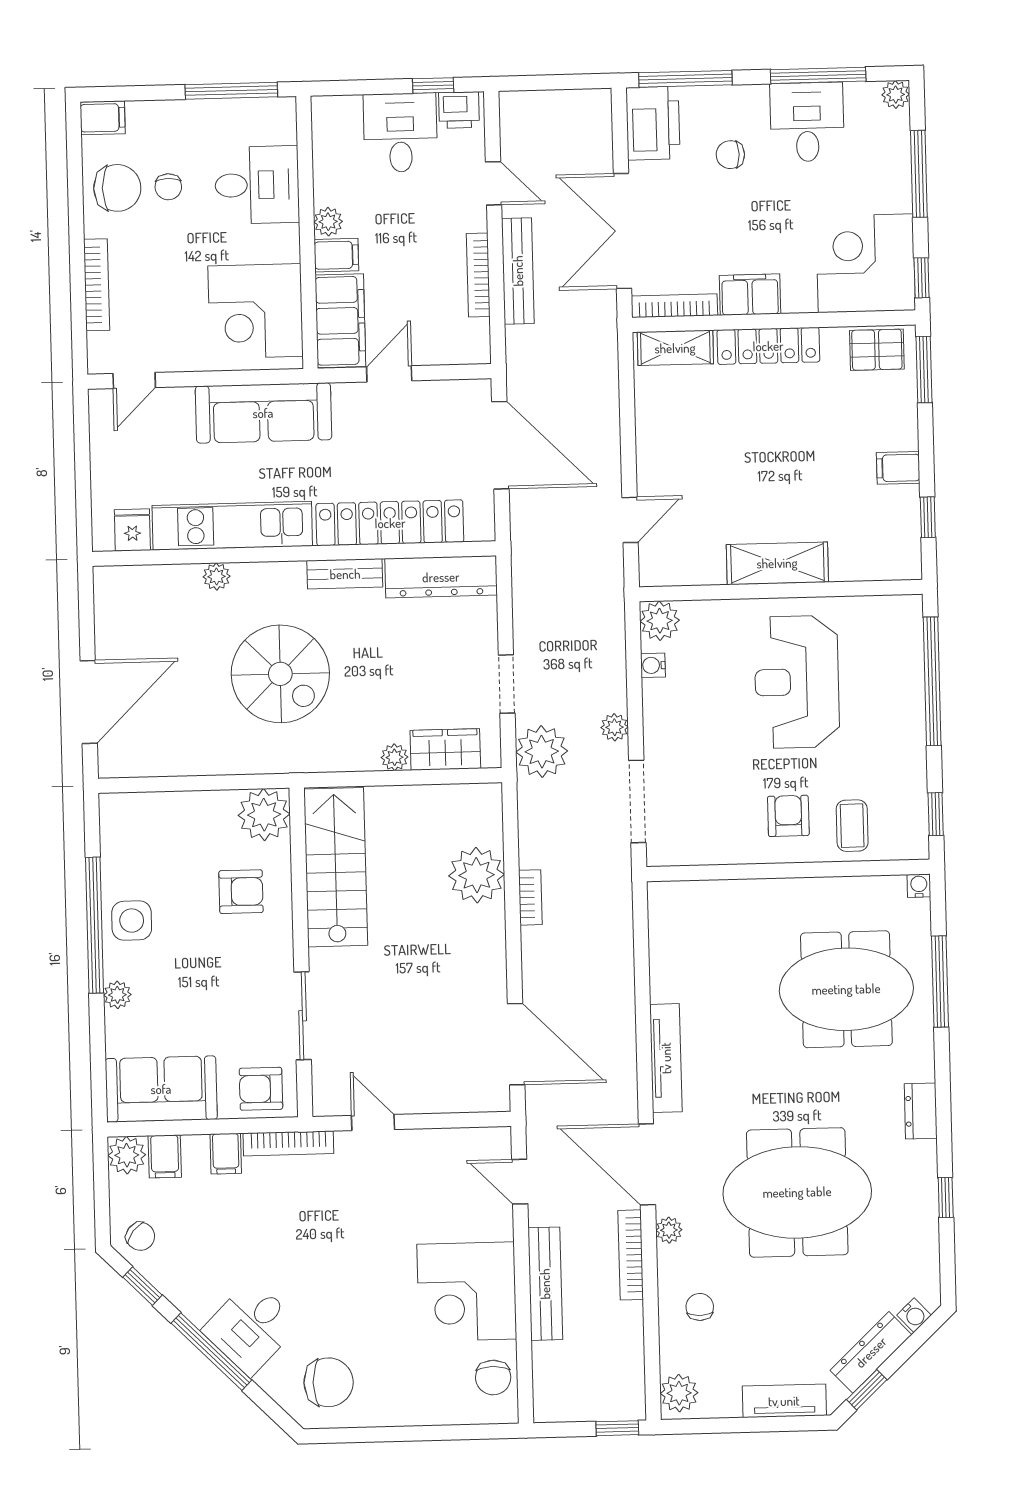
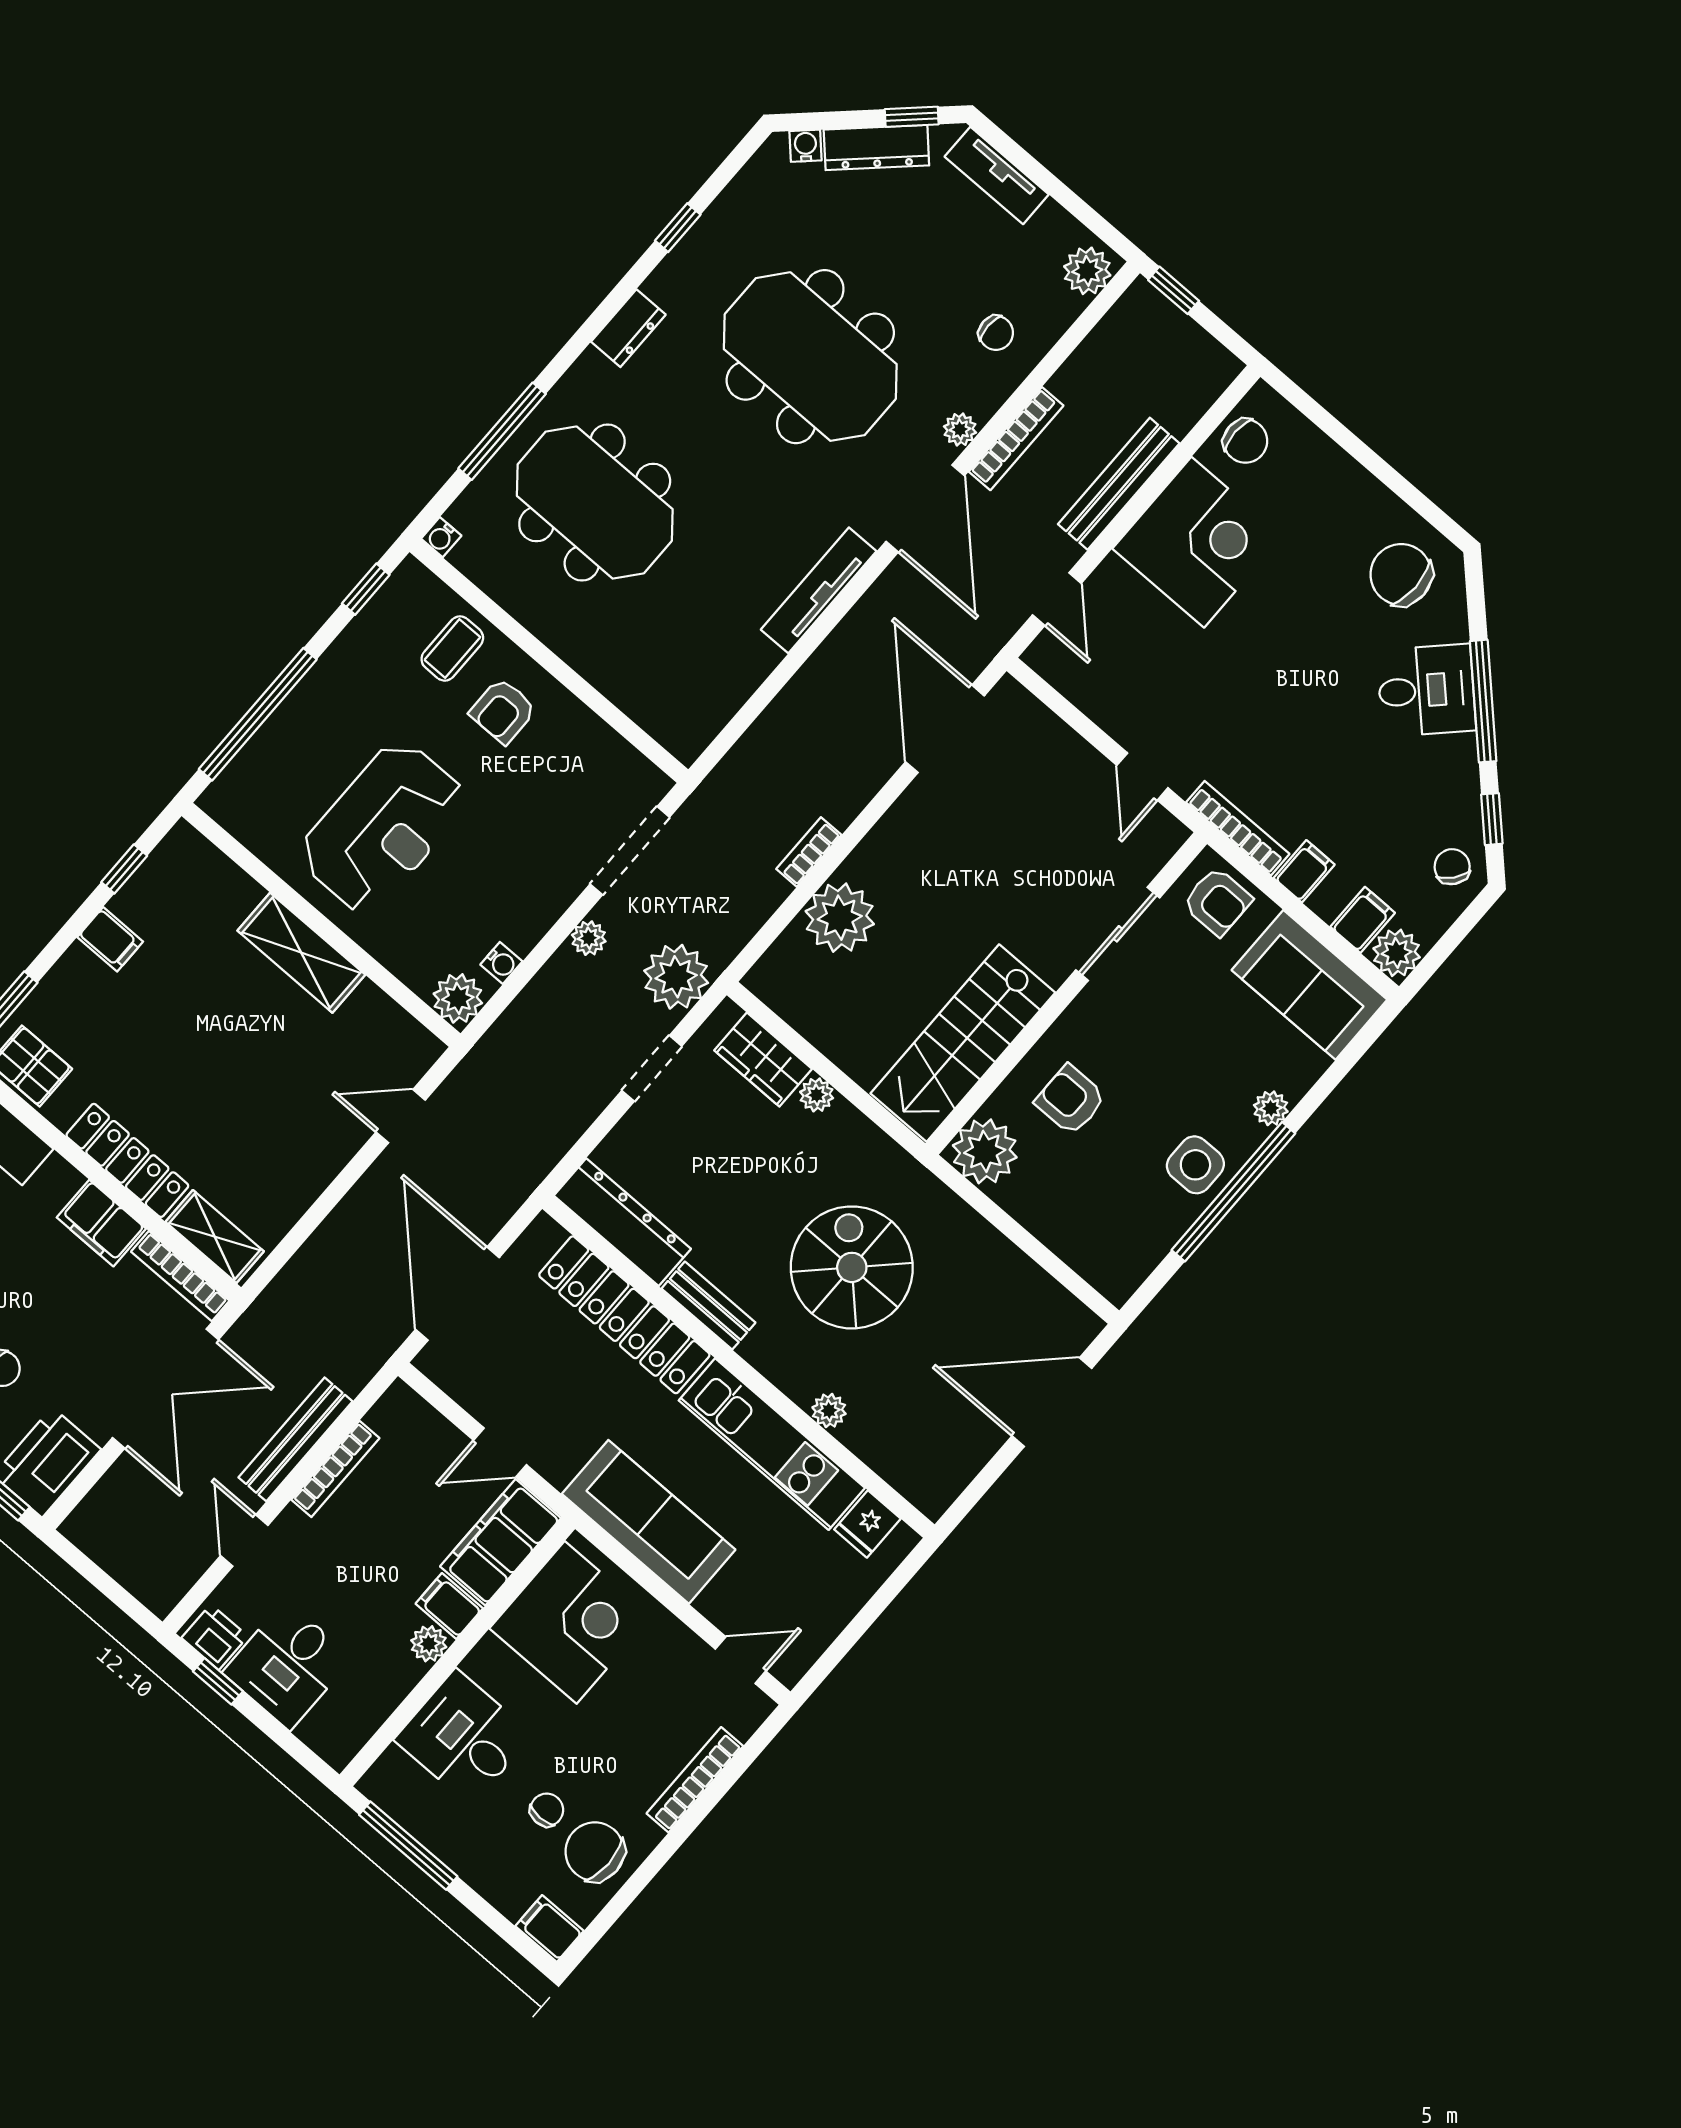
chair: (700, 1307) -> (996, 333), turned -90
chair: (493, 1377) -> (1245, 441), turned 90

